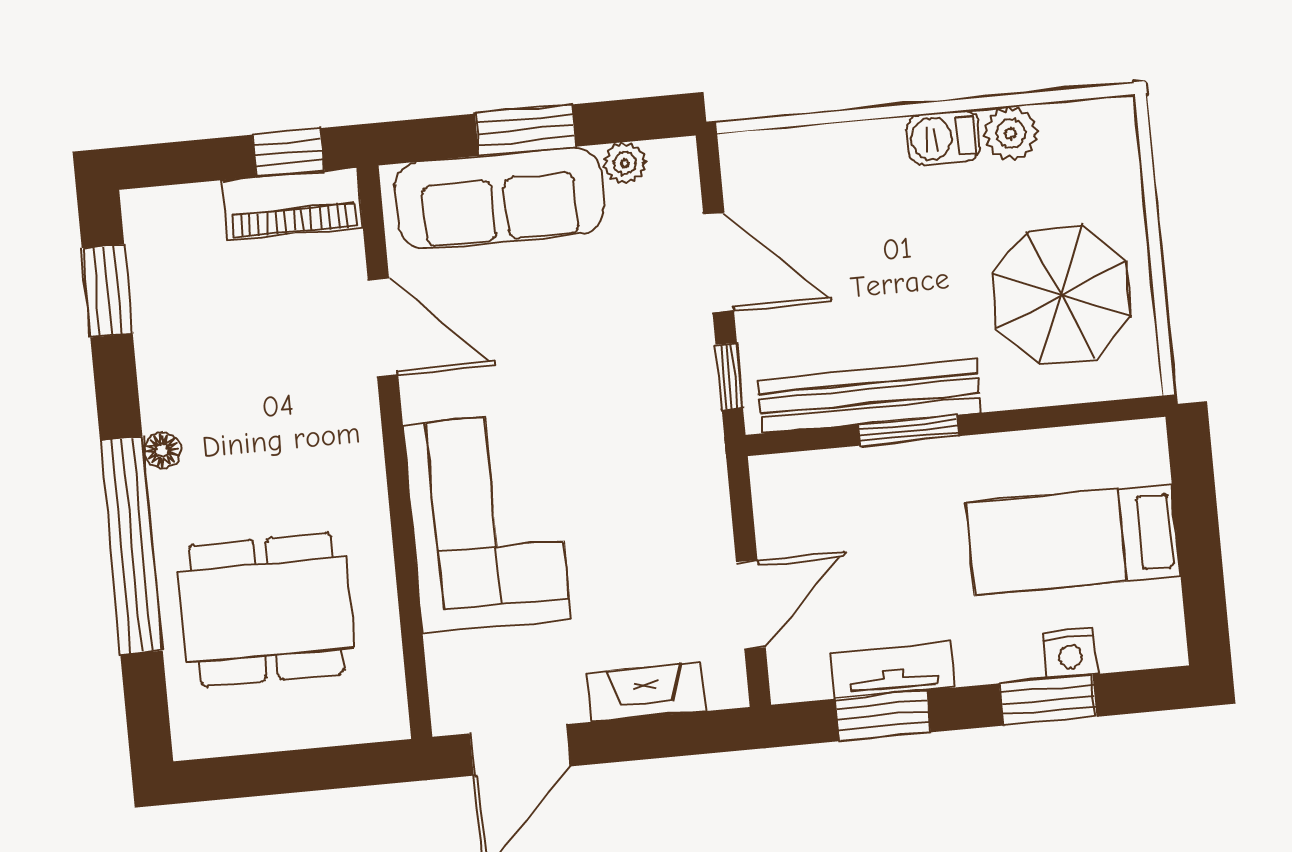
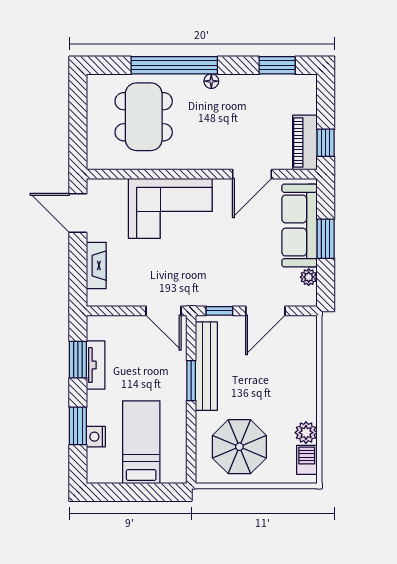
barbecue: (943, 138) -> (307, 460), moved
door: (751, 605) -> (163, 311), moved

